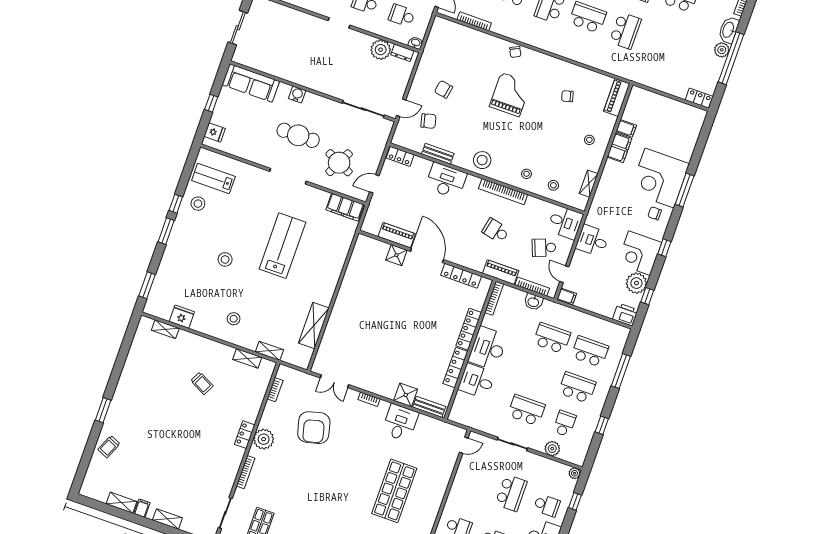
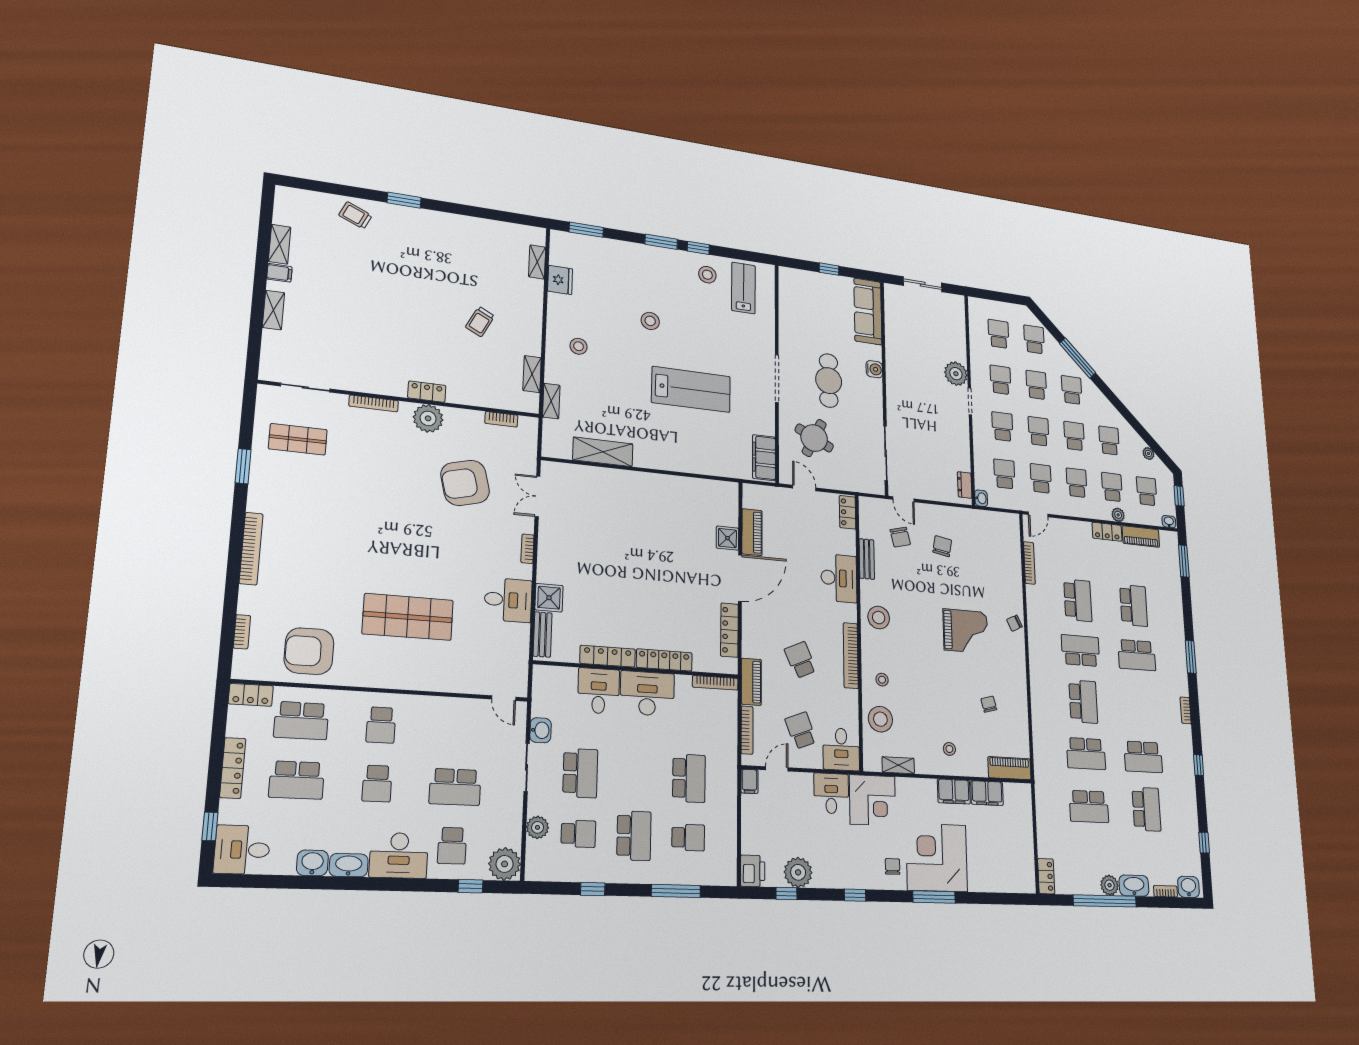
school desk: (663, 44) -> (1089, 807), added
plant: (381, 50) -> (956, 374), moved
filing cabinet: (626, 128) -> (987, 793), width x2.00
fridge: (215, 132) -> (797, 279), removed
stool: (553, 185) -> (880, 719), width x1.89, depth x1.89
school desk: (496, 231) -> (800, 660), turned -36
corner desk: (639, 253) -> (873, 800), moved, turned 180
washbasin: (533, 302) -> (541, 730), moved, turned 180
school desk: (590, 352) -> (688, 838), width x0.54
plant: (575, 473) -> (505, 864), width x1.88, depth x1.88

